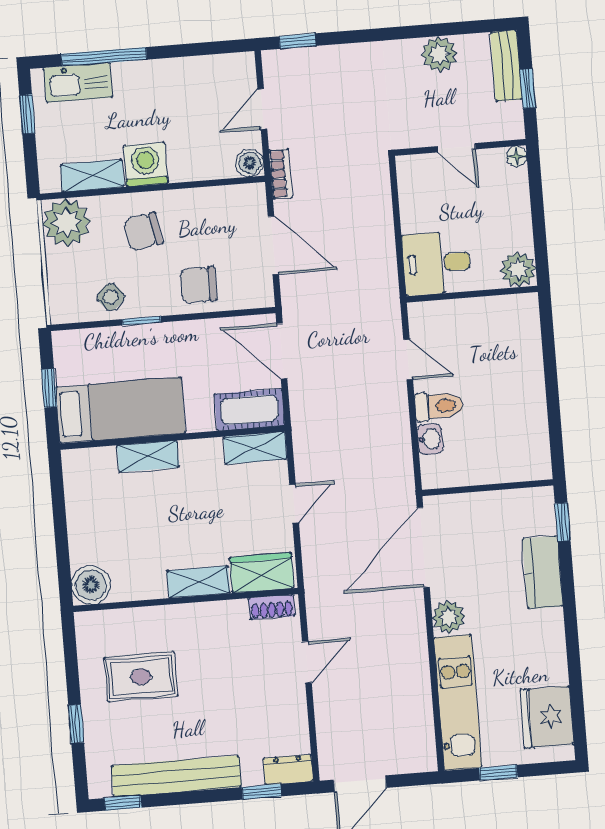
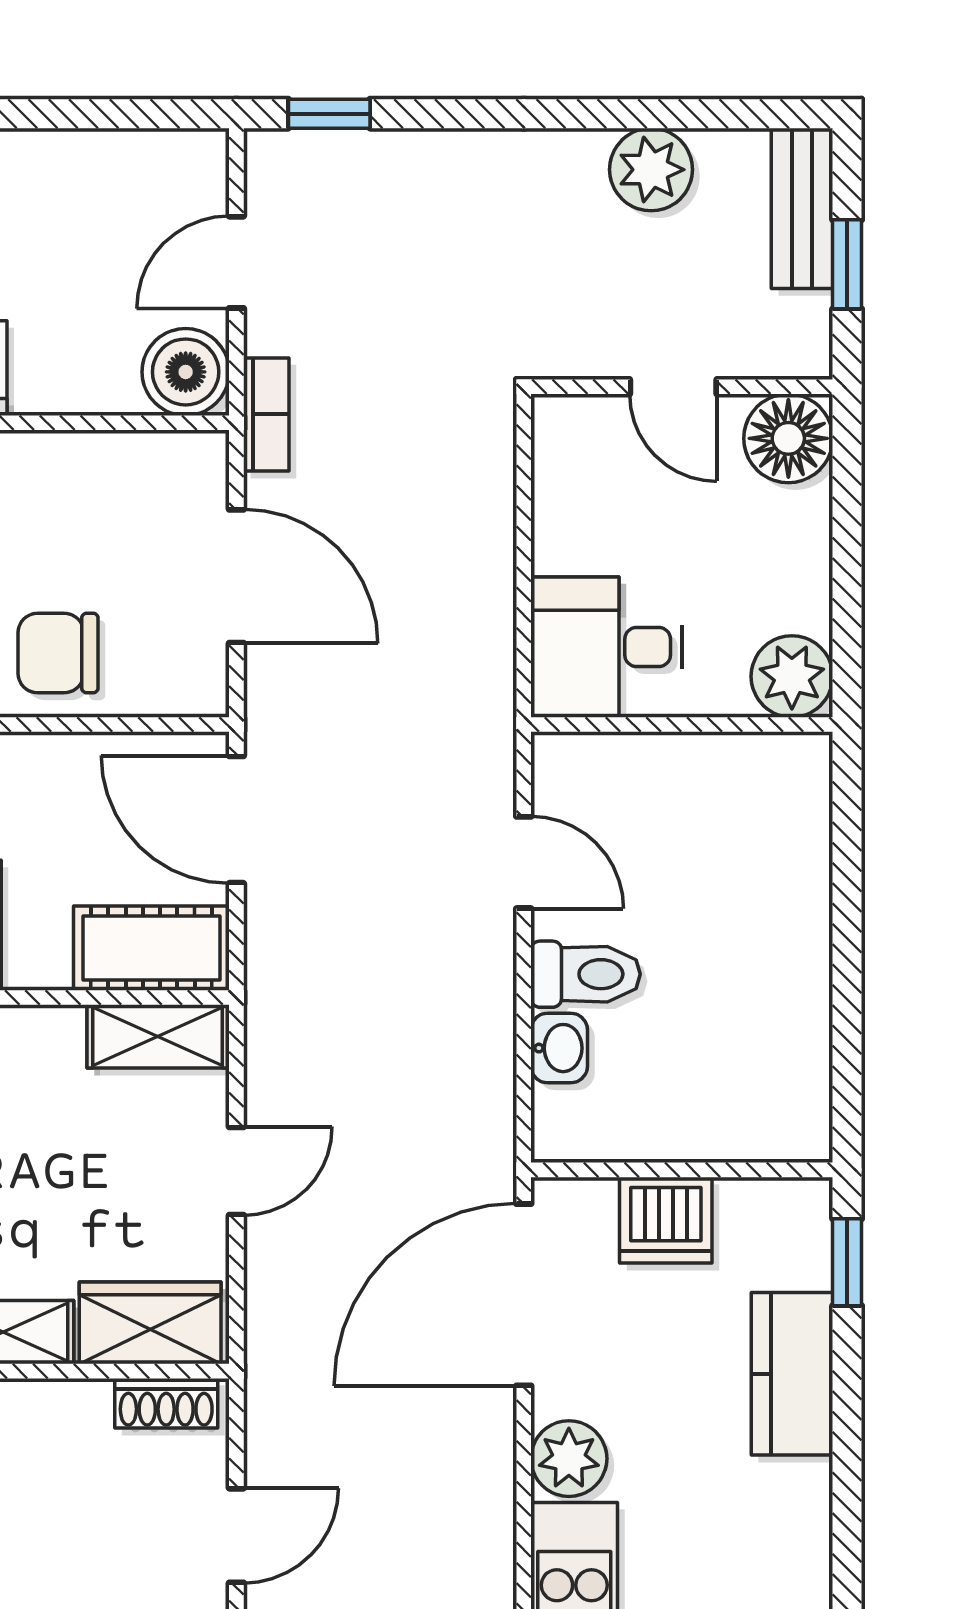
floor lamp: (517, 156) -> (788, 438), width x1.89, depth x1.89
boiler: (250, 163) -> (186, 372), width x1.36, depth x1.36
dishwasher: (482, 510) -> (666, 1220), added

